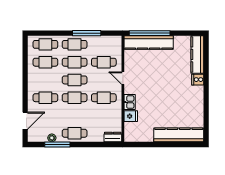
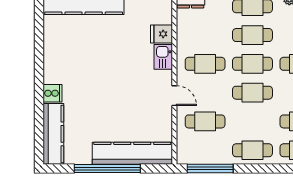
window: (87, 33) -> (210, 169), moved
window: (150, 33) -> (107, 169), moved
cafe table: (75, 62) -> (252, 35), moved

